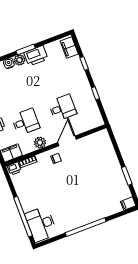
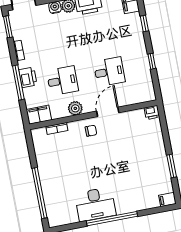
printer: (14, 169) -> (152, 112), moved
desk: (41, 224) -> (95, 204), moved, turned -90

